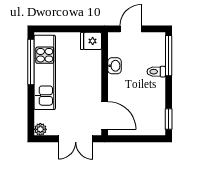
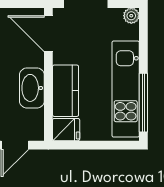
washbasin: (115, 66) -> (32, 88), width x1.91, depth x1.45
kitchen counter: (91, 71) -> (66, 91), added

